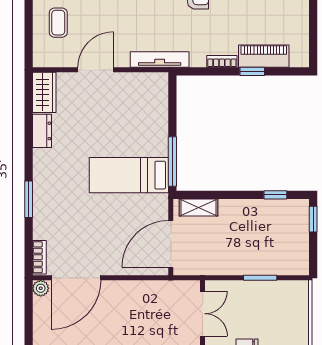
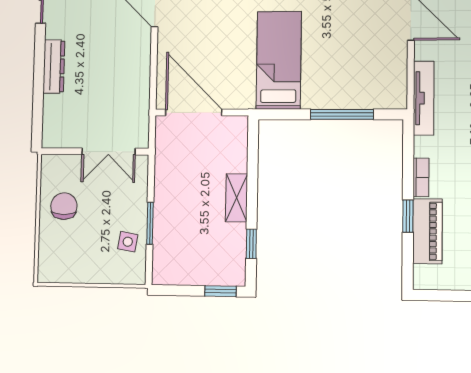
window: (172, 161) -> (342, 114), moved
shelving: (198, 207) -> (237, 198), moved
side table: (275, 296) -> (128, 242), added

